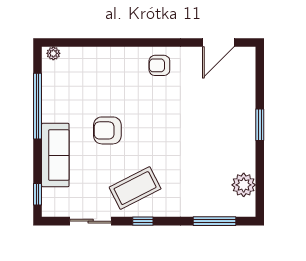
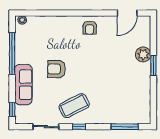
armchair: (159, 65) -> (90, 28), turned -90
plant: (244, 185) -> (143, 54), moved

